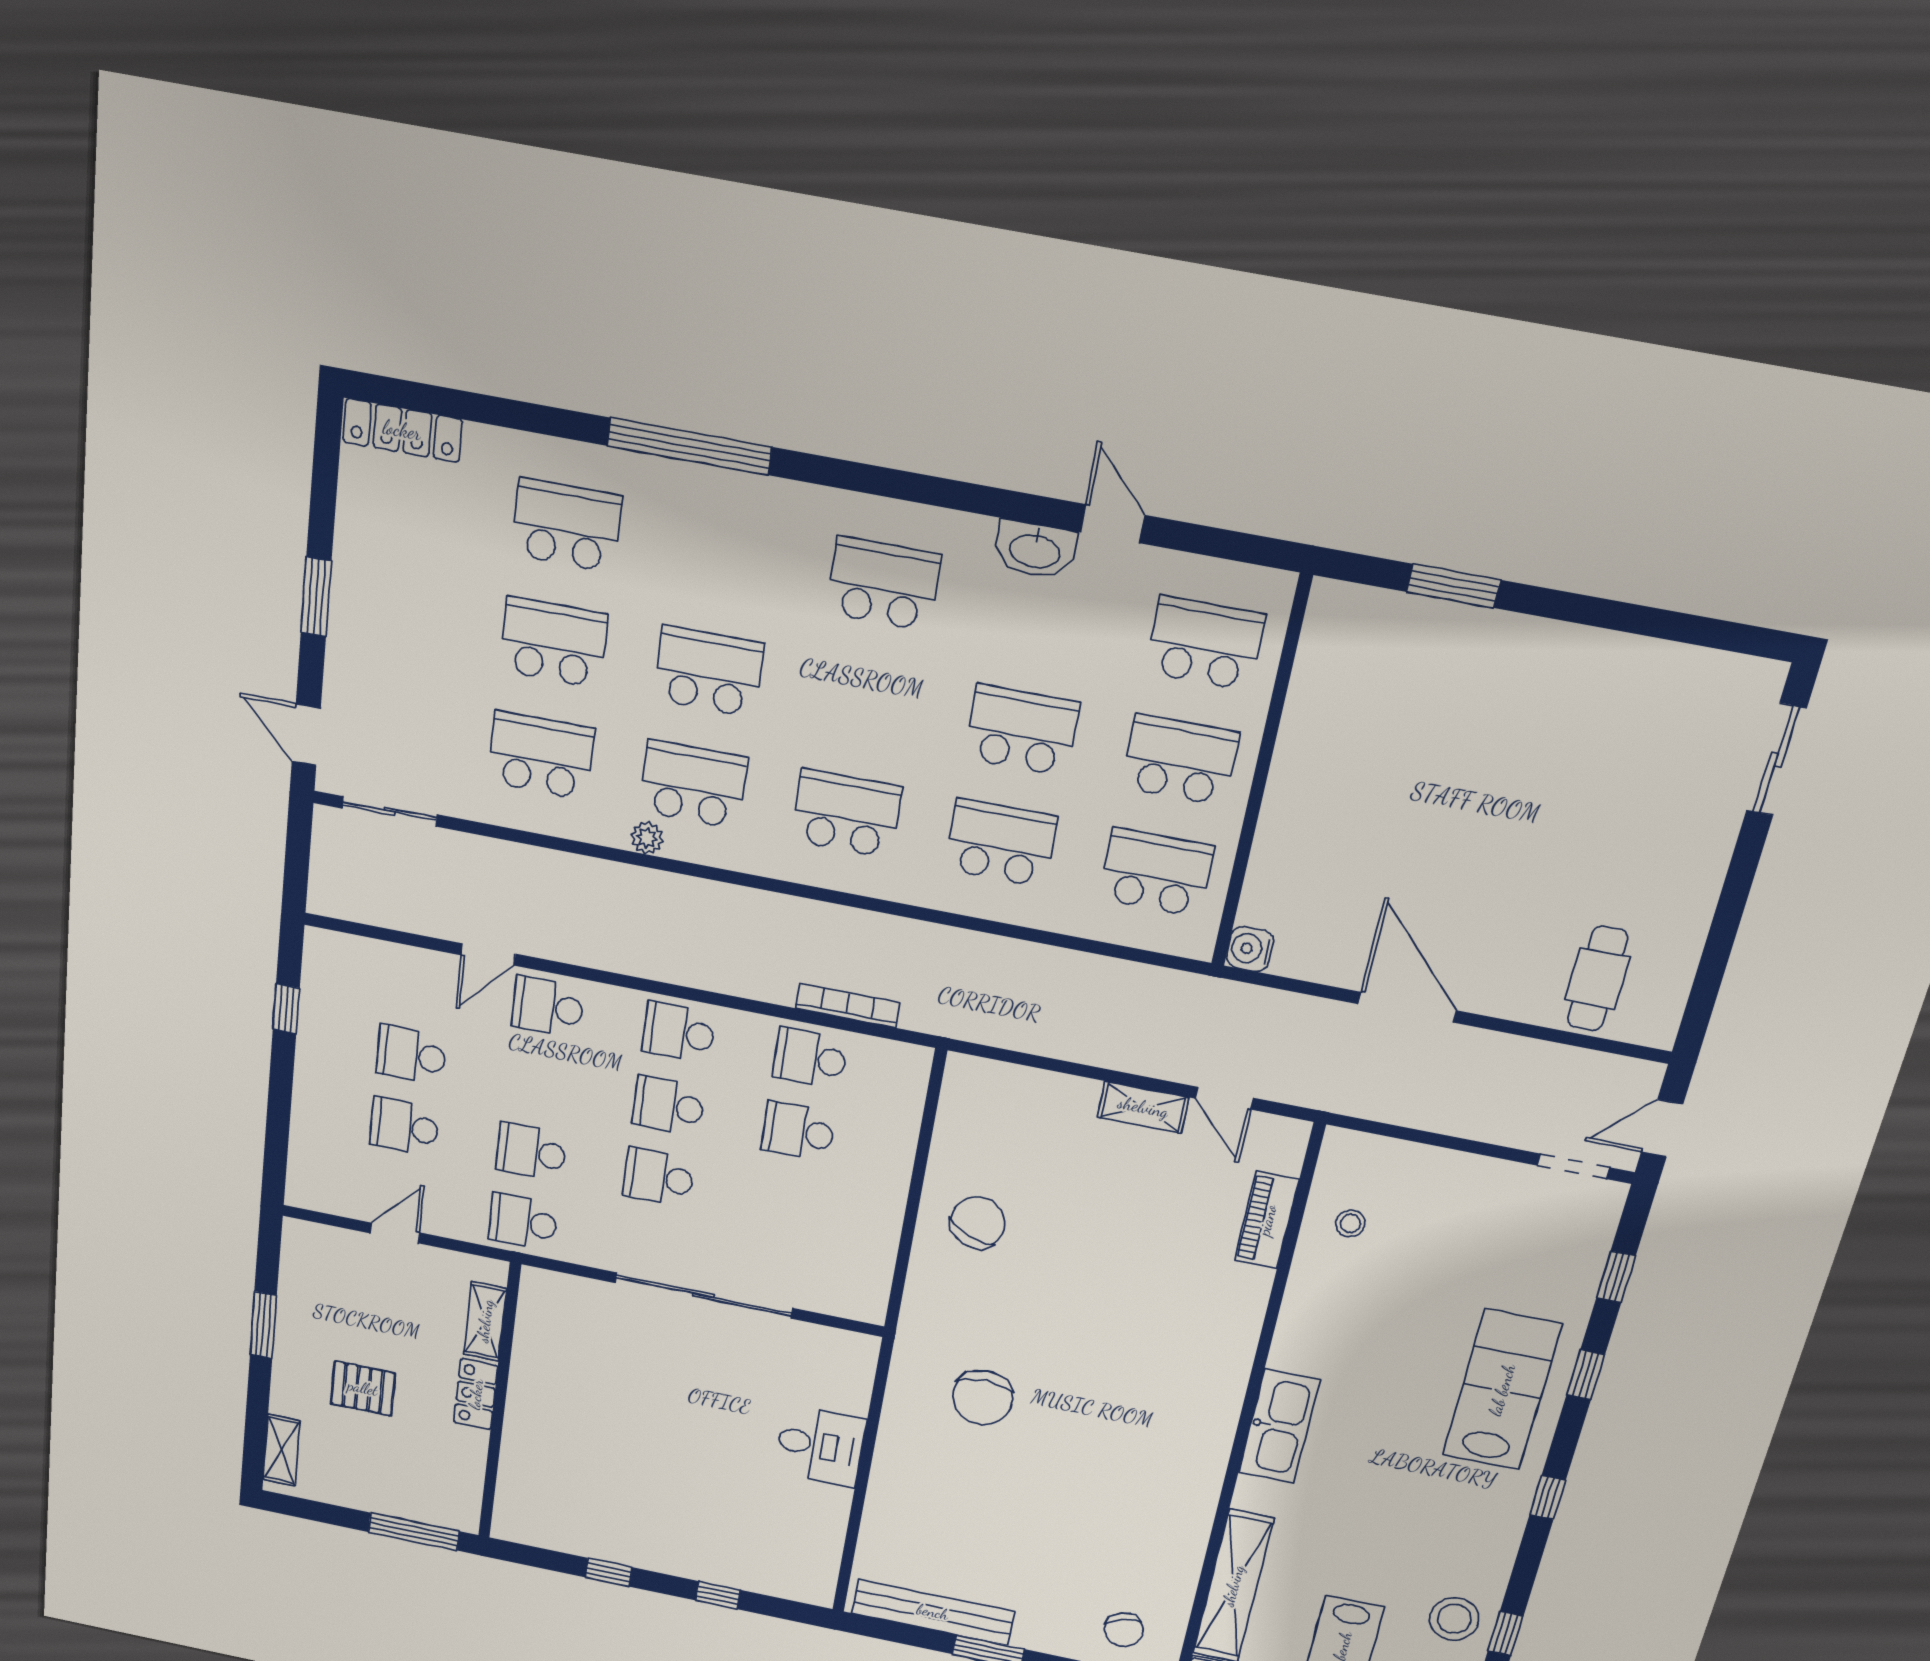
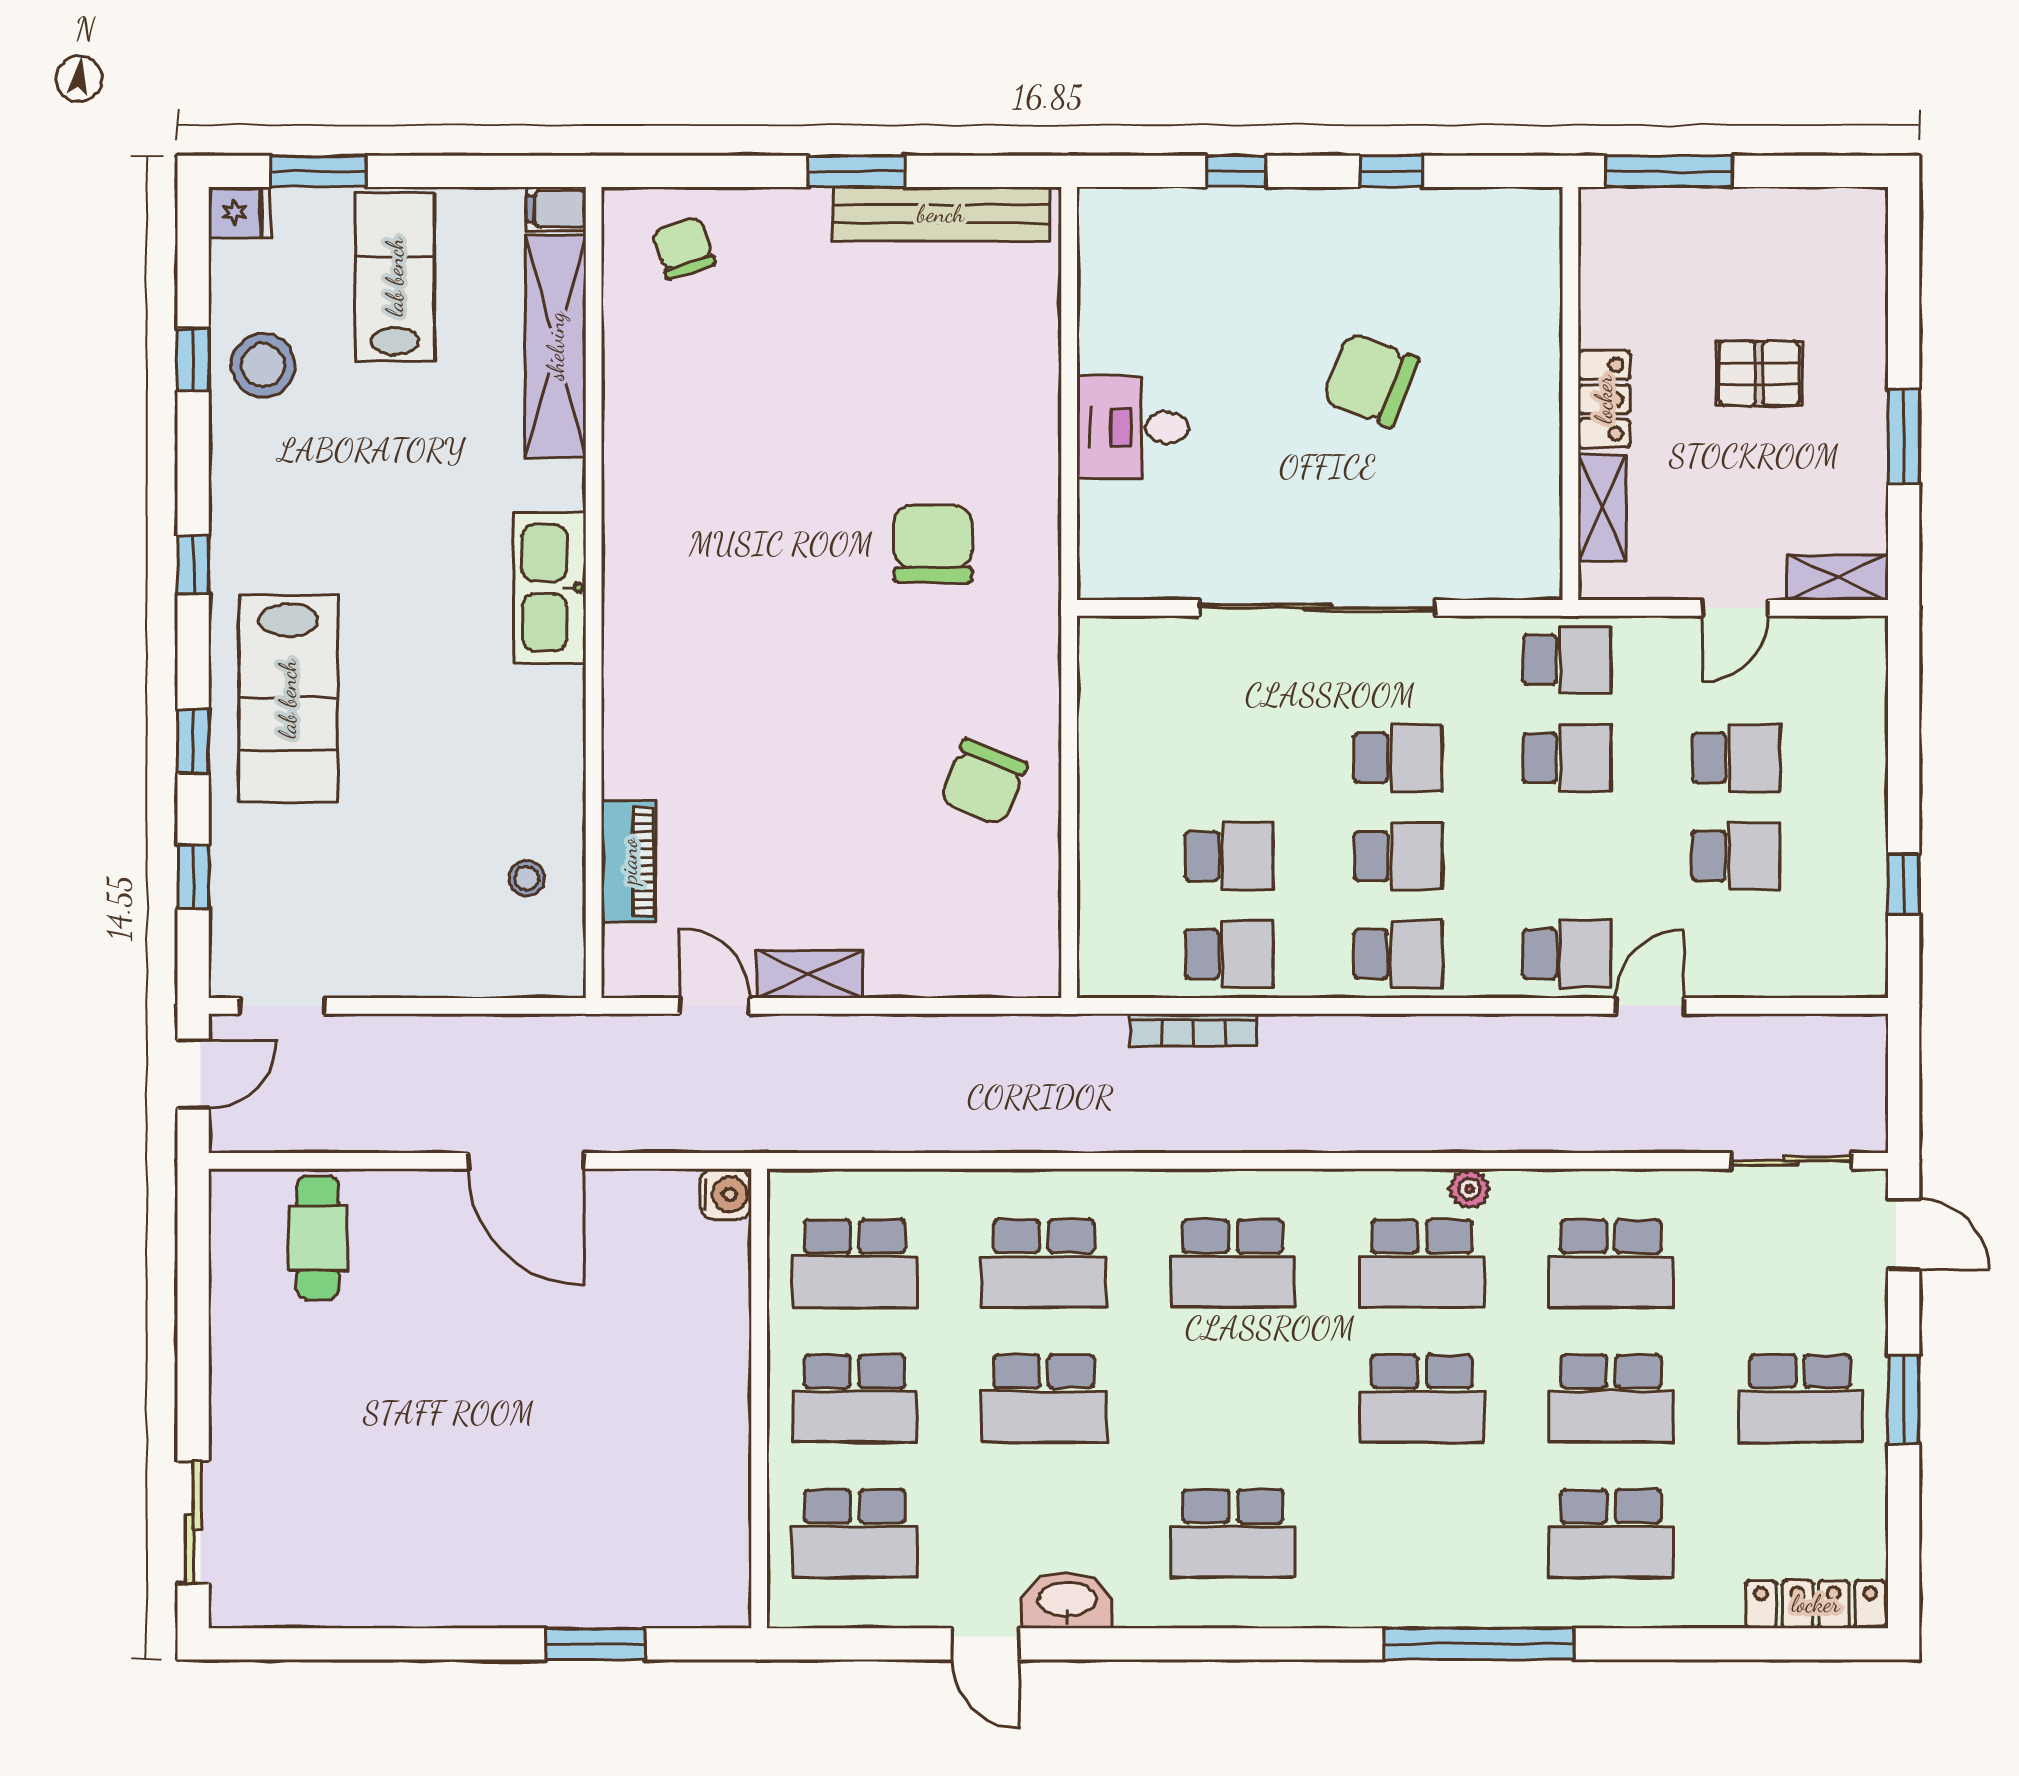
school desk: (400, 614) -> (1800, 1399), added
chair: (642, 1442) -> (1370, 380), added
shelving: (281, 1450) -> (1837, 577), moved, turned 90

